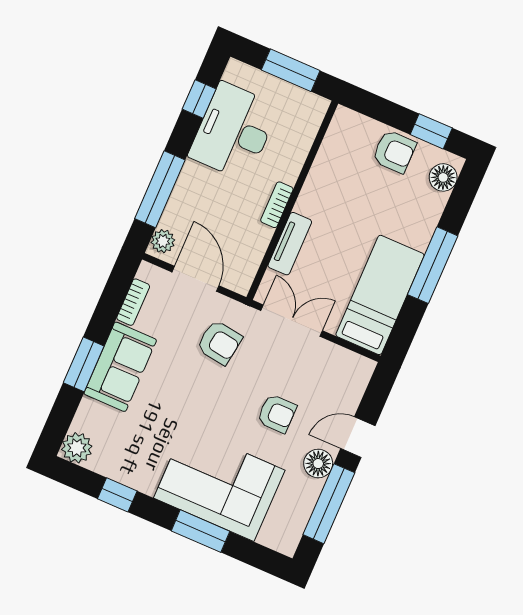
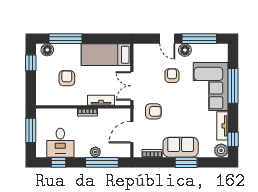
desk: (234, 131) -> (60, 143), width x0.73
armchair: (394, 152) -> (67, 78), moved
plant: (163, 241) -> (95, 152), moved
window: (433, 265) -> (65, 39), moved
armchair: (219, 342) -> (153, 111), turned 82
tv unit: (127, 473) -> (222, 126), added
window: (117, 495) -> (233, 139), moved
window: (200, 531) -> (233, 86), width x1.44

